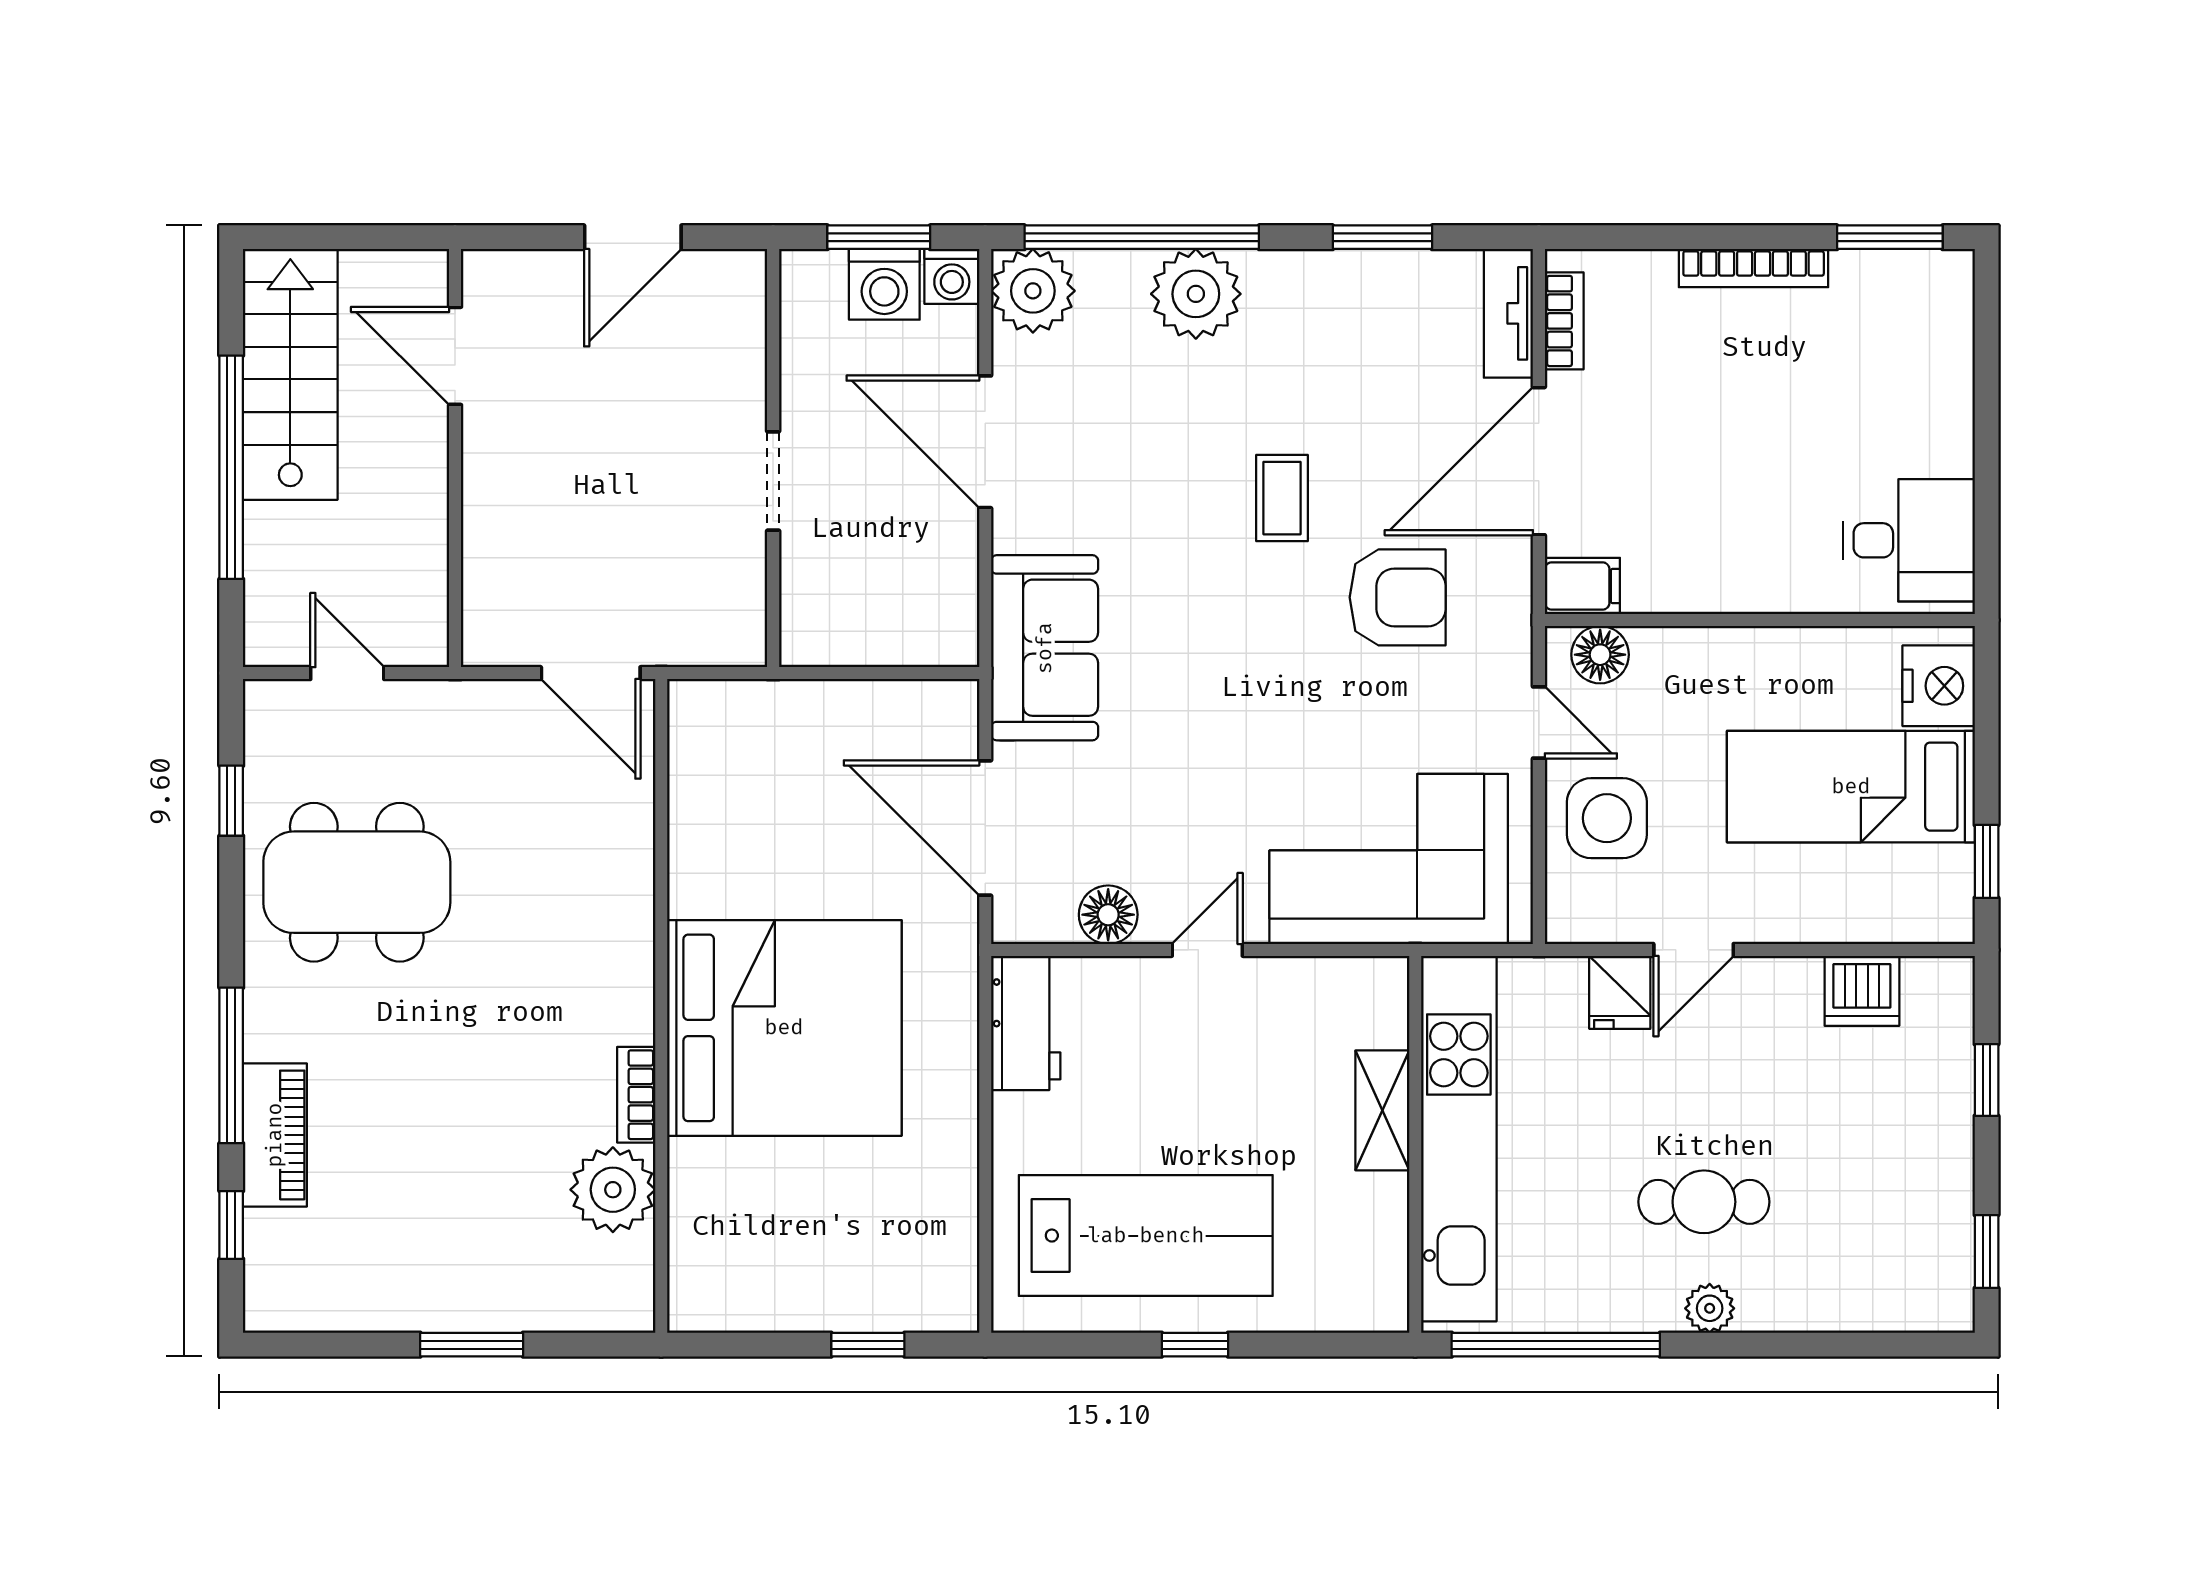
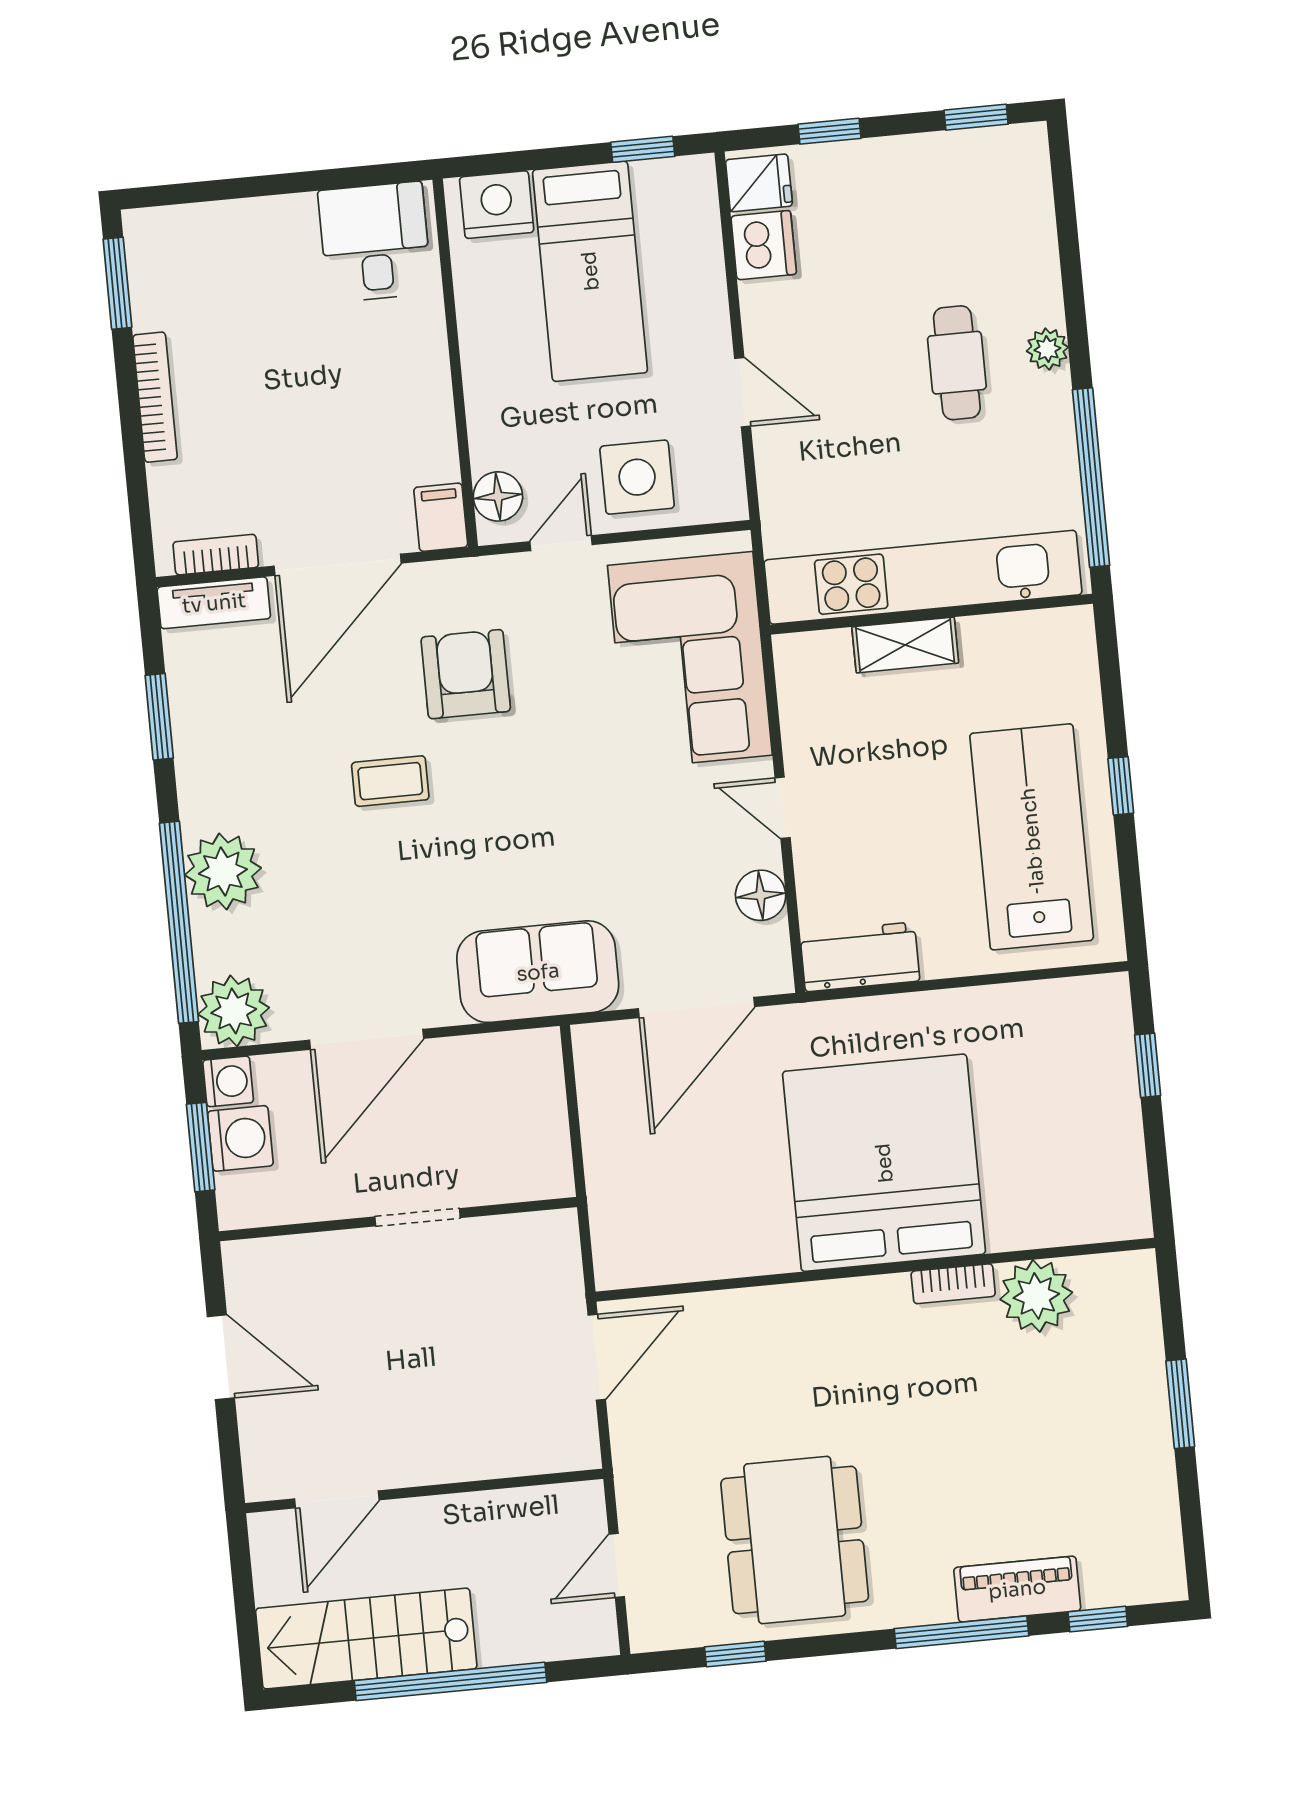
door: (1539, 461) -> (338, 565), hinge flipped
fridge: (1620, 992) -> (759, 183), moved

